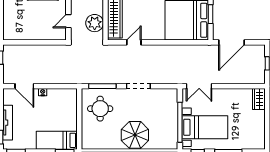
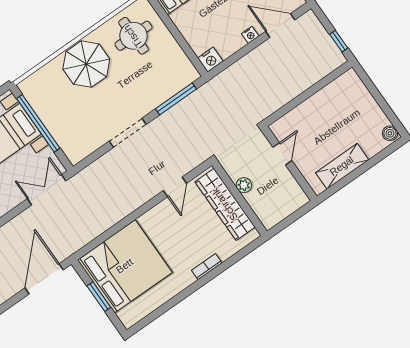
plant: (95, 23) -> (244, 185), width x0.53, depth x0.53
nightstand: (71, 94) -> (210, 60), added
round table: (100, 109) -> (133, 36), moved

